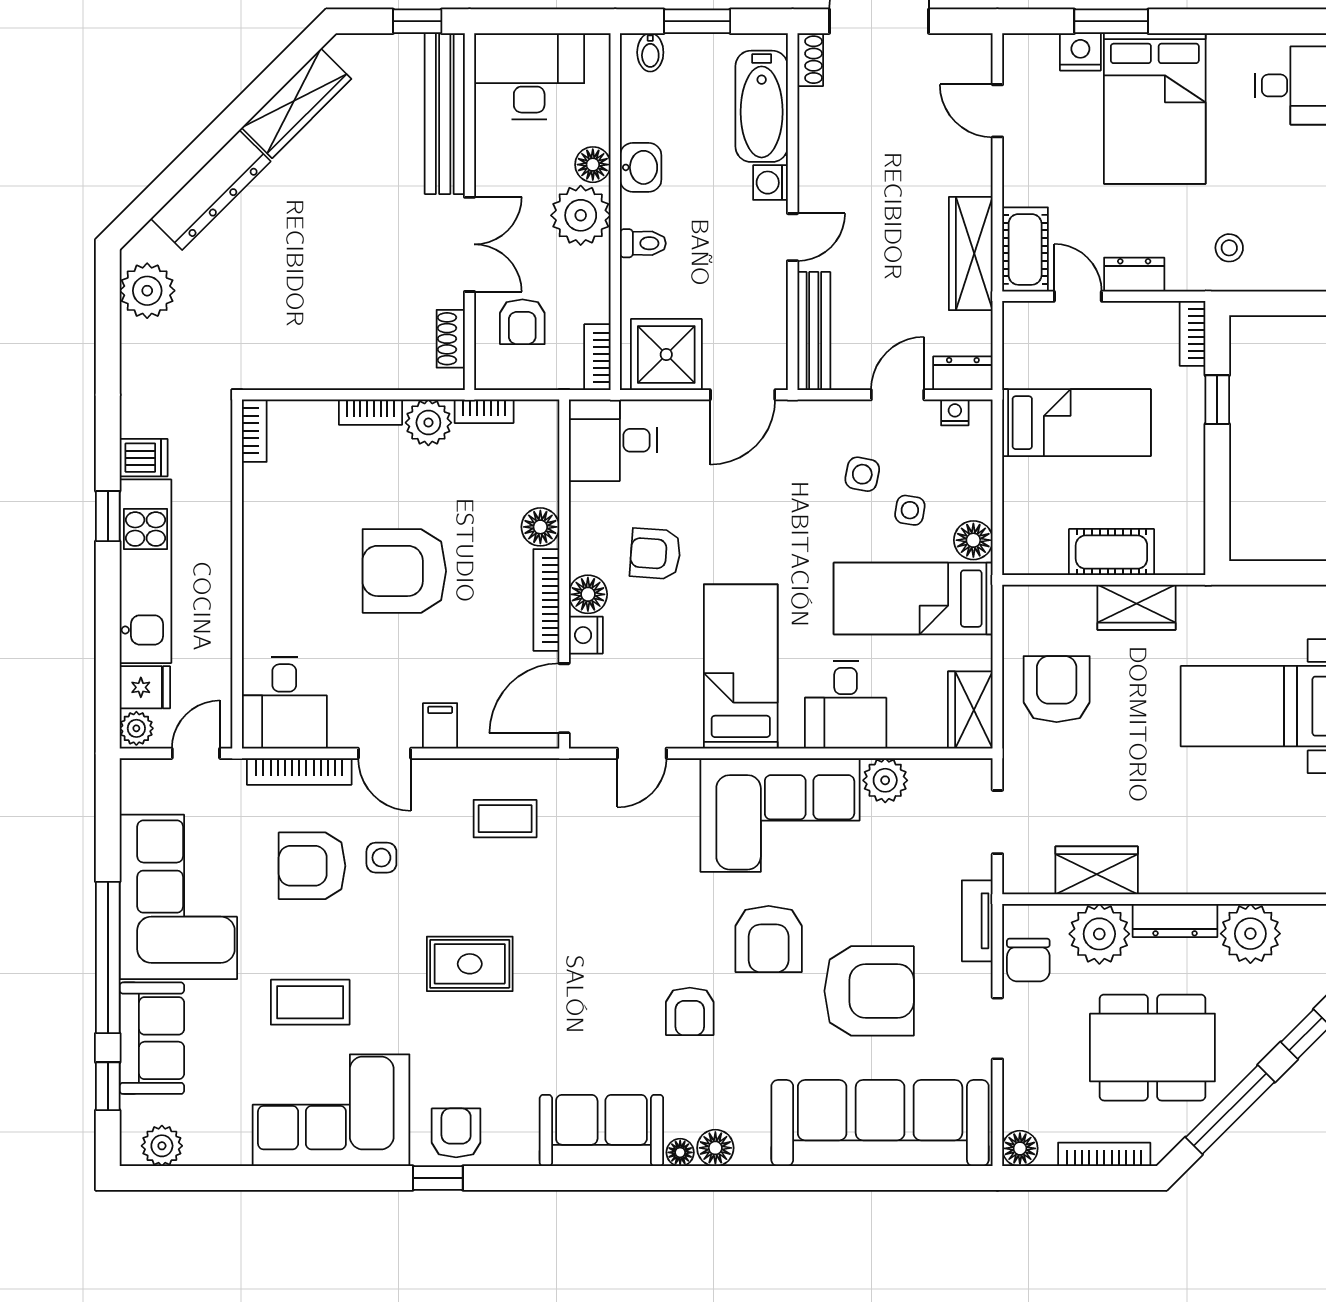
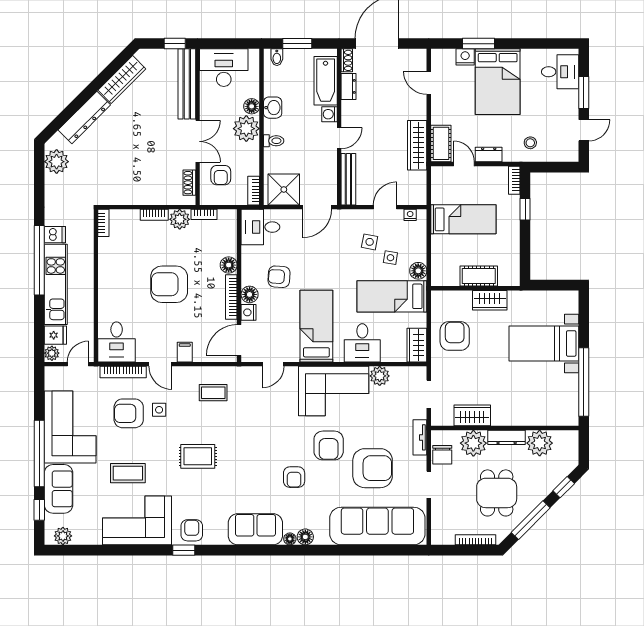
dresser: (963, 373) -> (349, 86), moved, turned 90
window: (108, 516) -> (39, 260), width x3.17
dining table: (1152, 1048) -> (497, 493), width x0.73
floor lamp: (1020, 1148) -> (439, 537), removed

